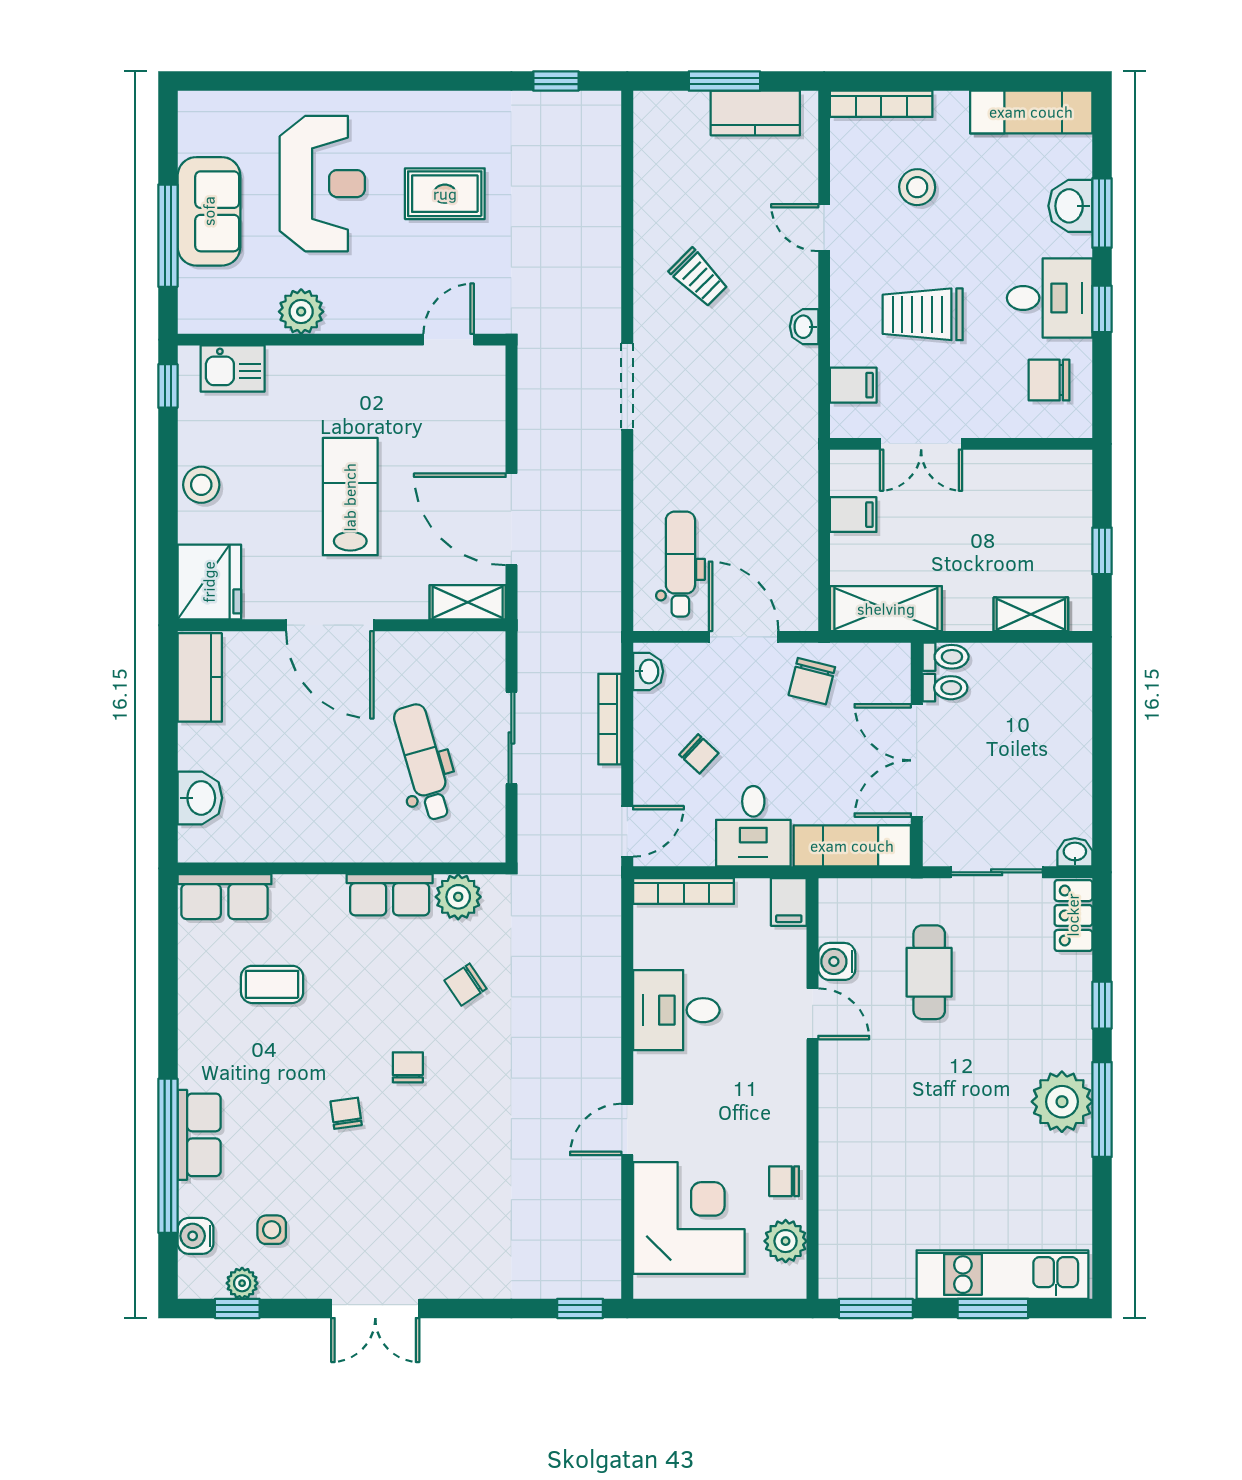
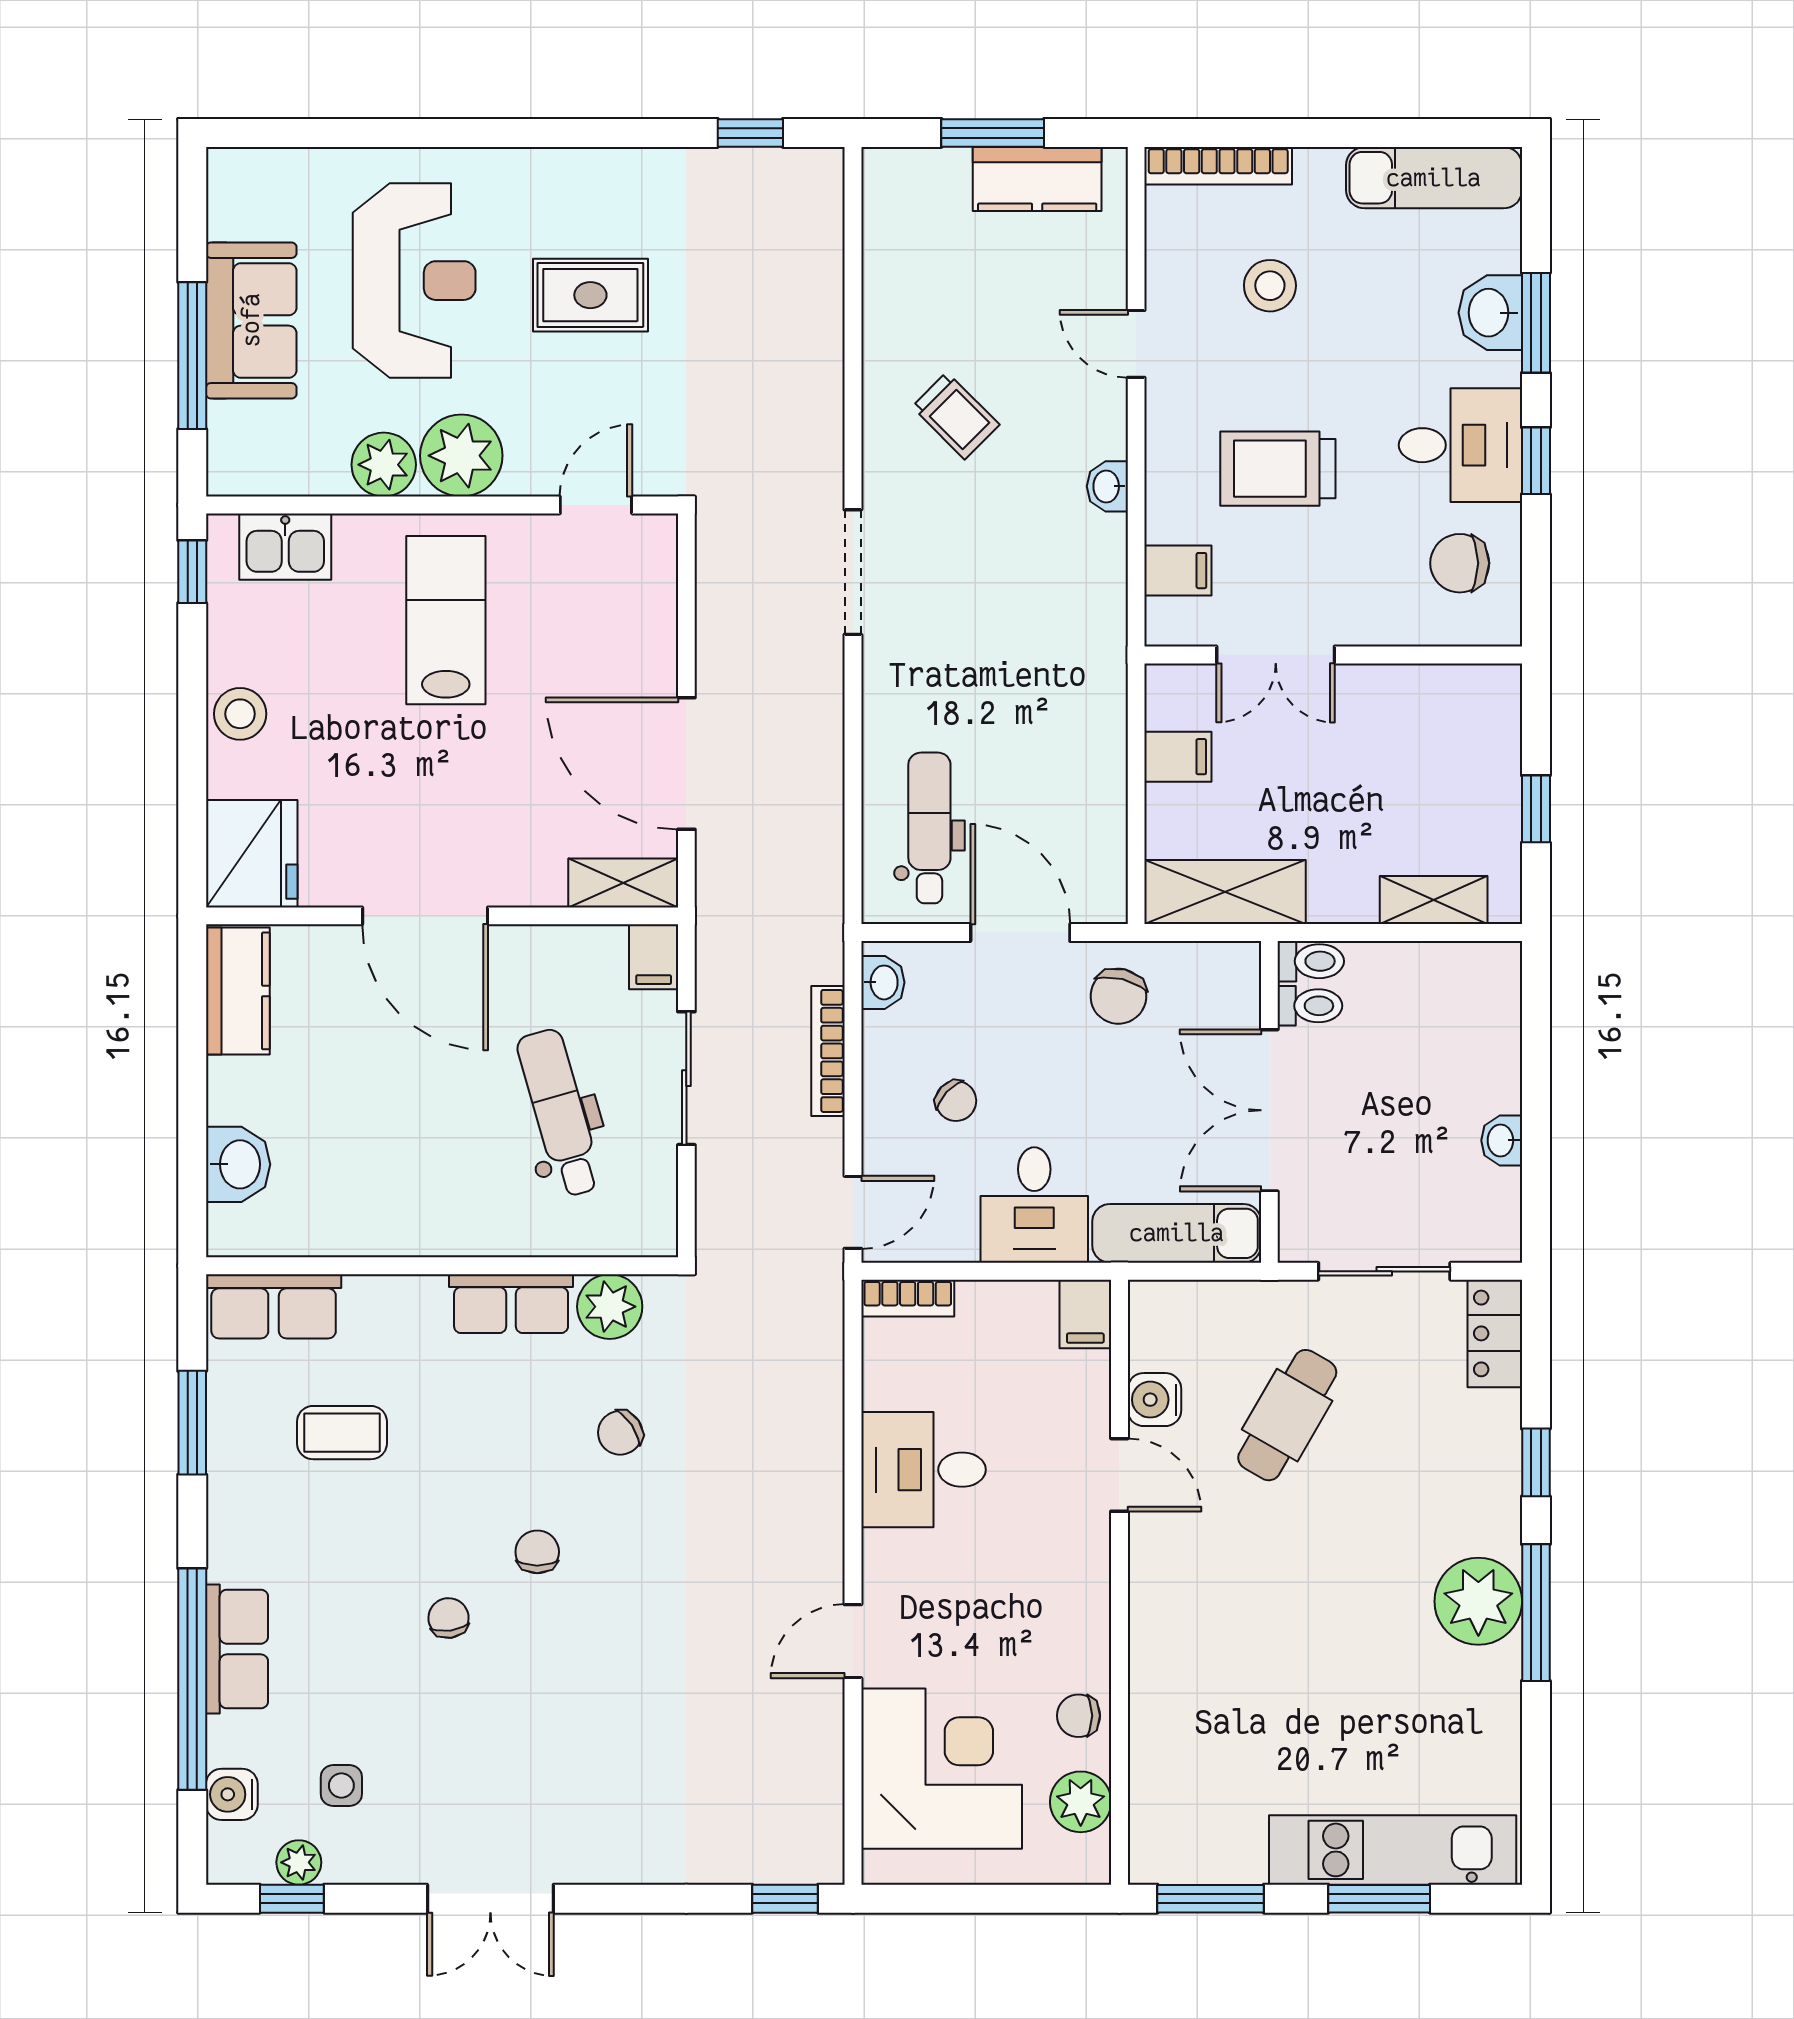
plant: (355, 305) -> (461, 456), added
lab bench: (350, 497) -> (446, 620), moved
filing cabinet: (489, 654) -> (654, 957), added
washbasin: (1075, 852) -> (1502, 1140), moved, turned -90
bookcase: (684, 891) -> (908, 1298), width x0.64
cafe table: (929, 972) -> (1287, 1415), turned 30
window: (168, 978) -> (192, 1423), added

